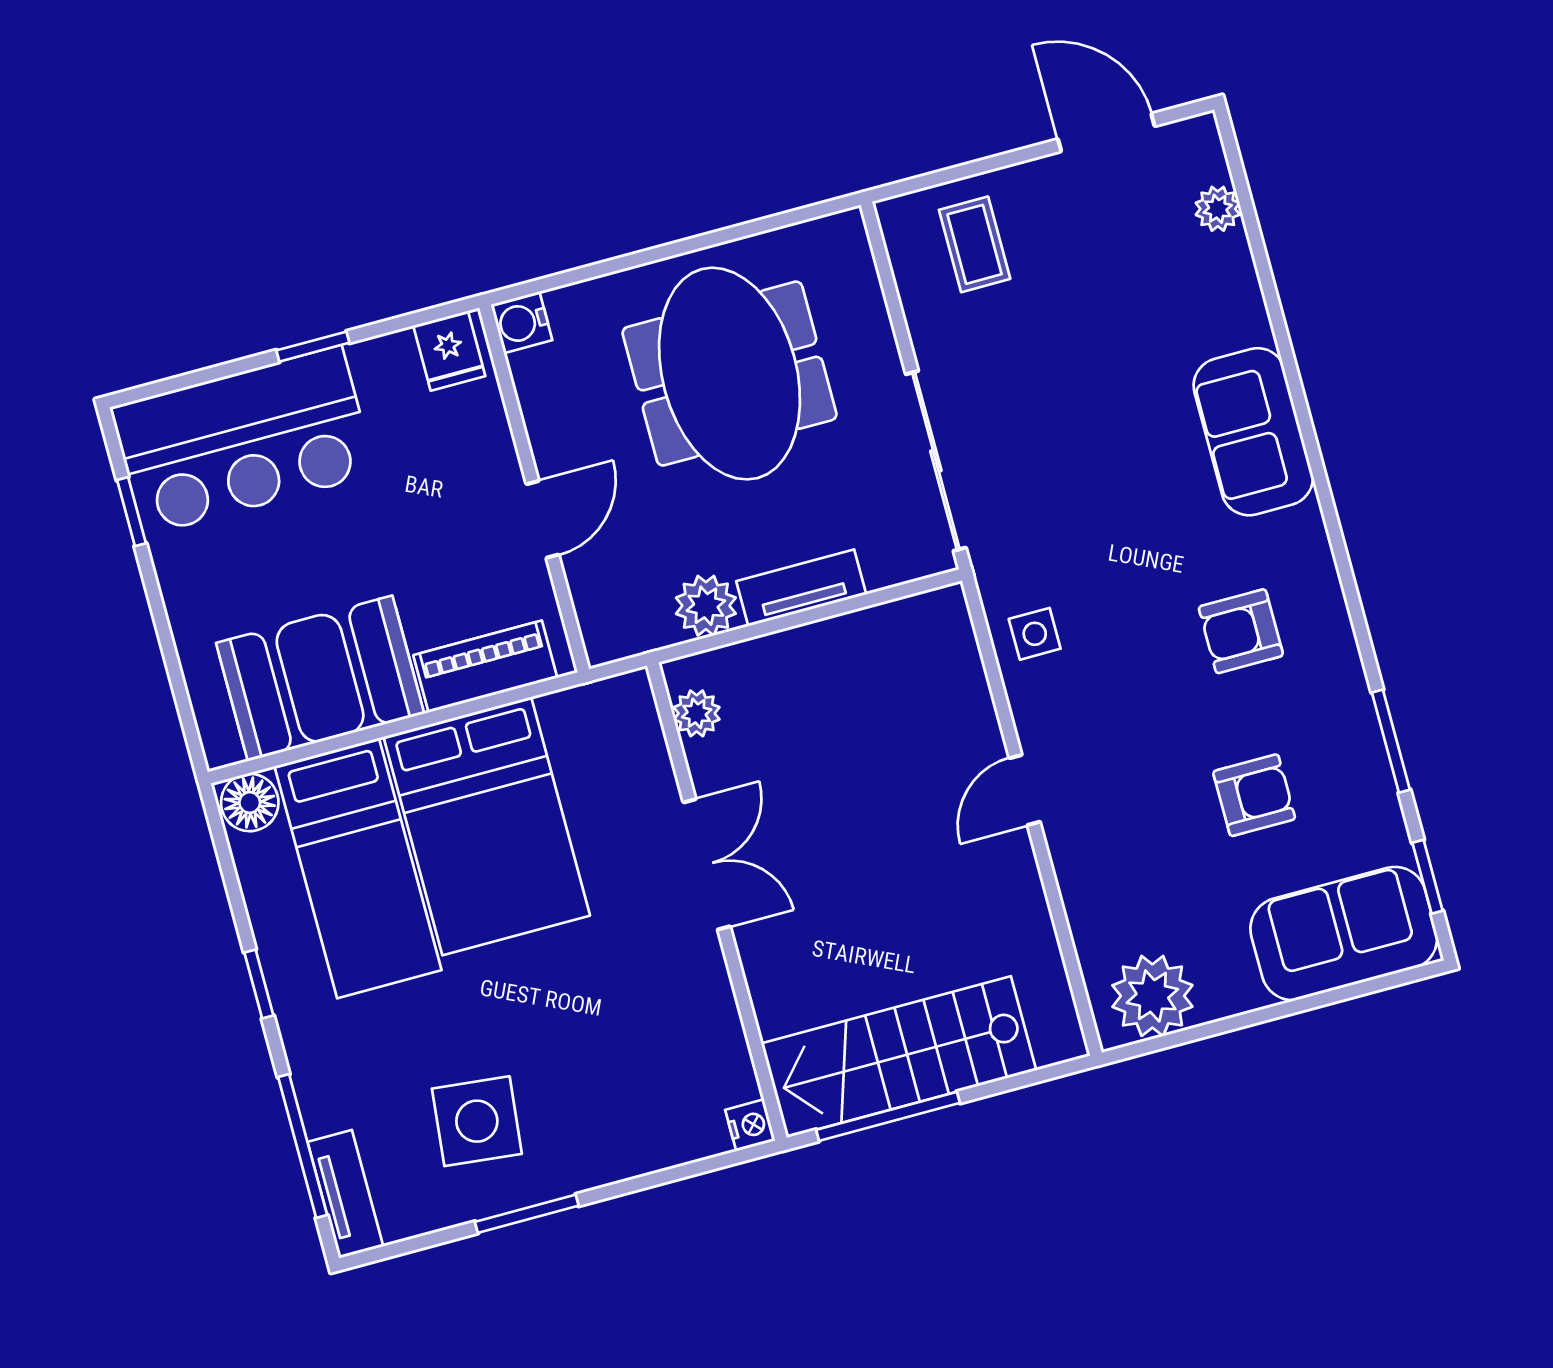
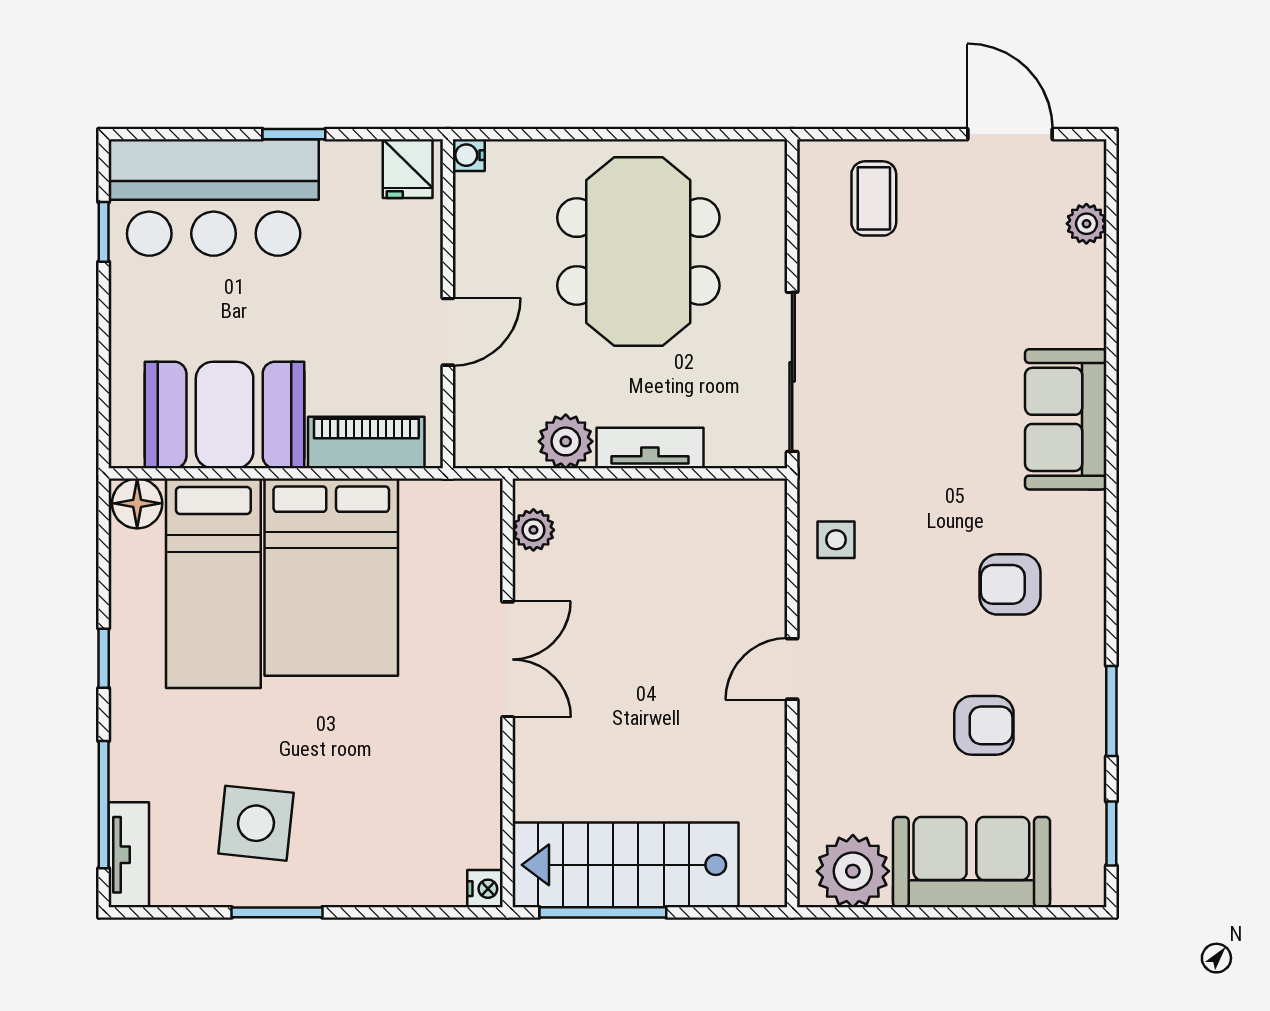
water cooler: (522, 322) -> (469, 155), width x0.72, depth x0.72
sofa: (1344, 933) -> (971, 862), moved

